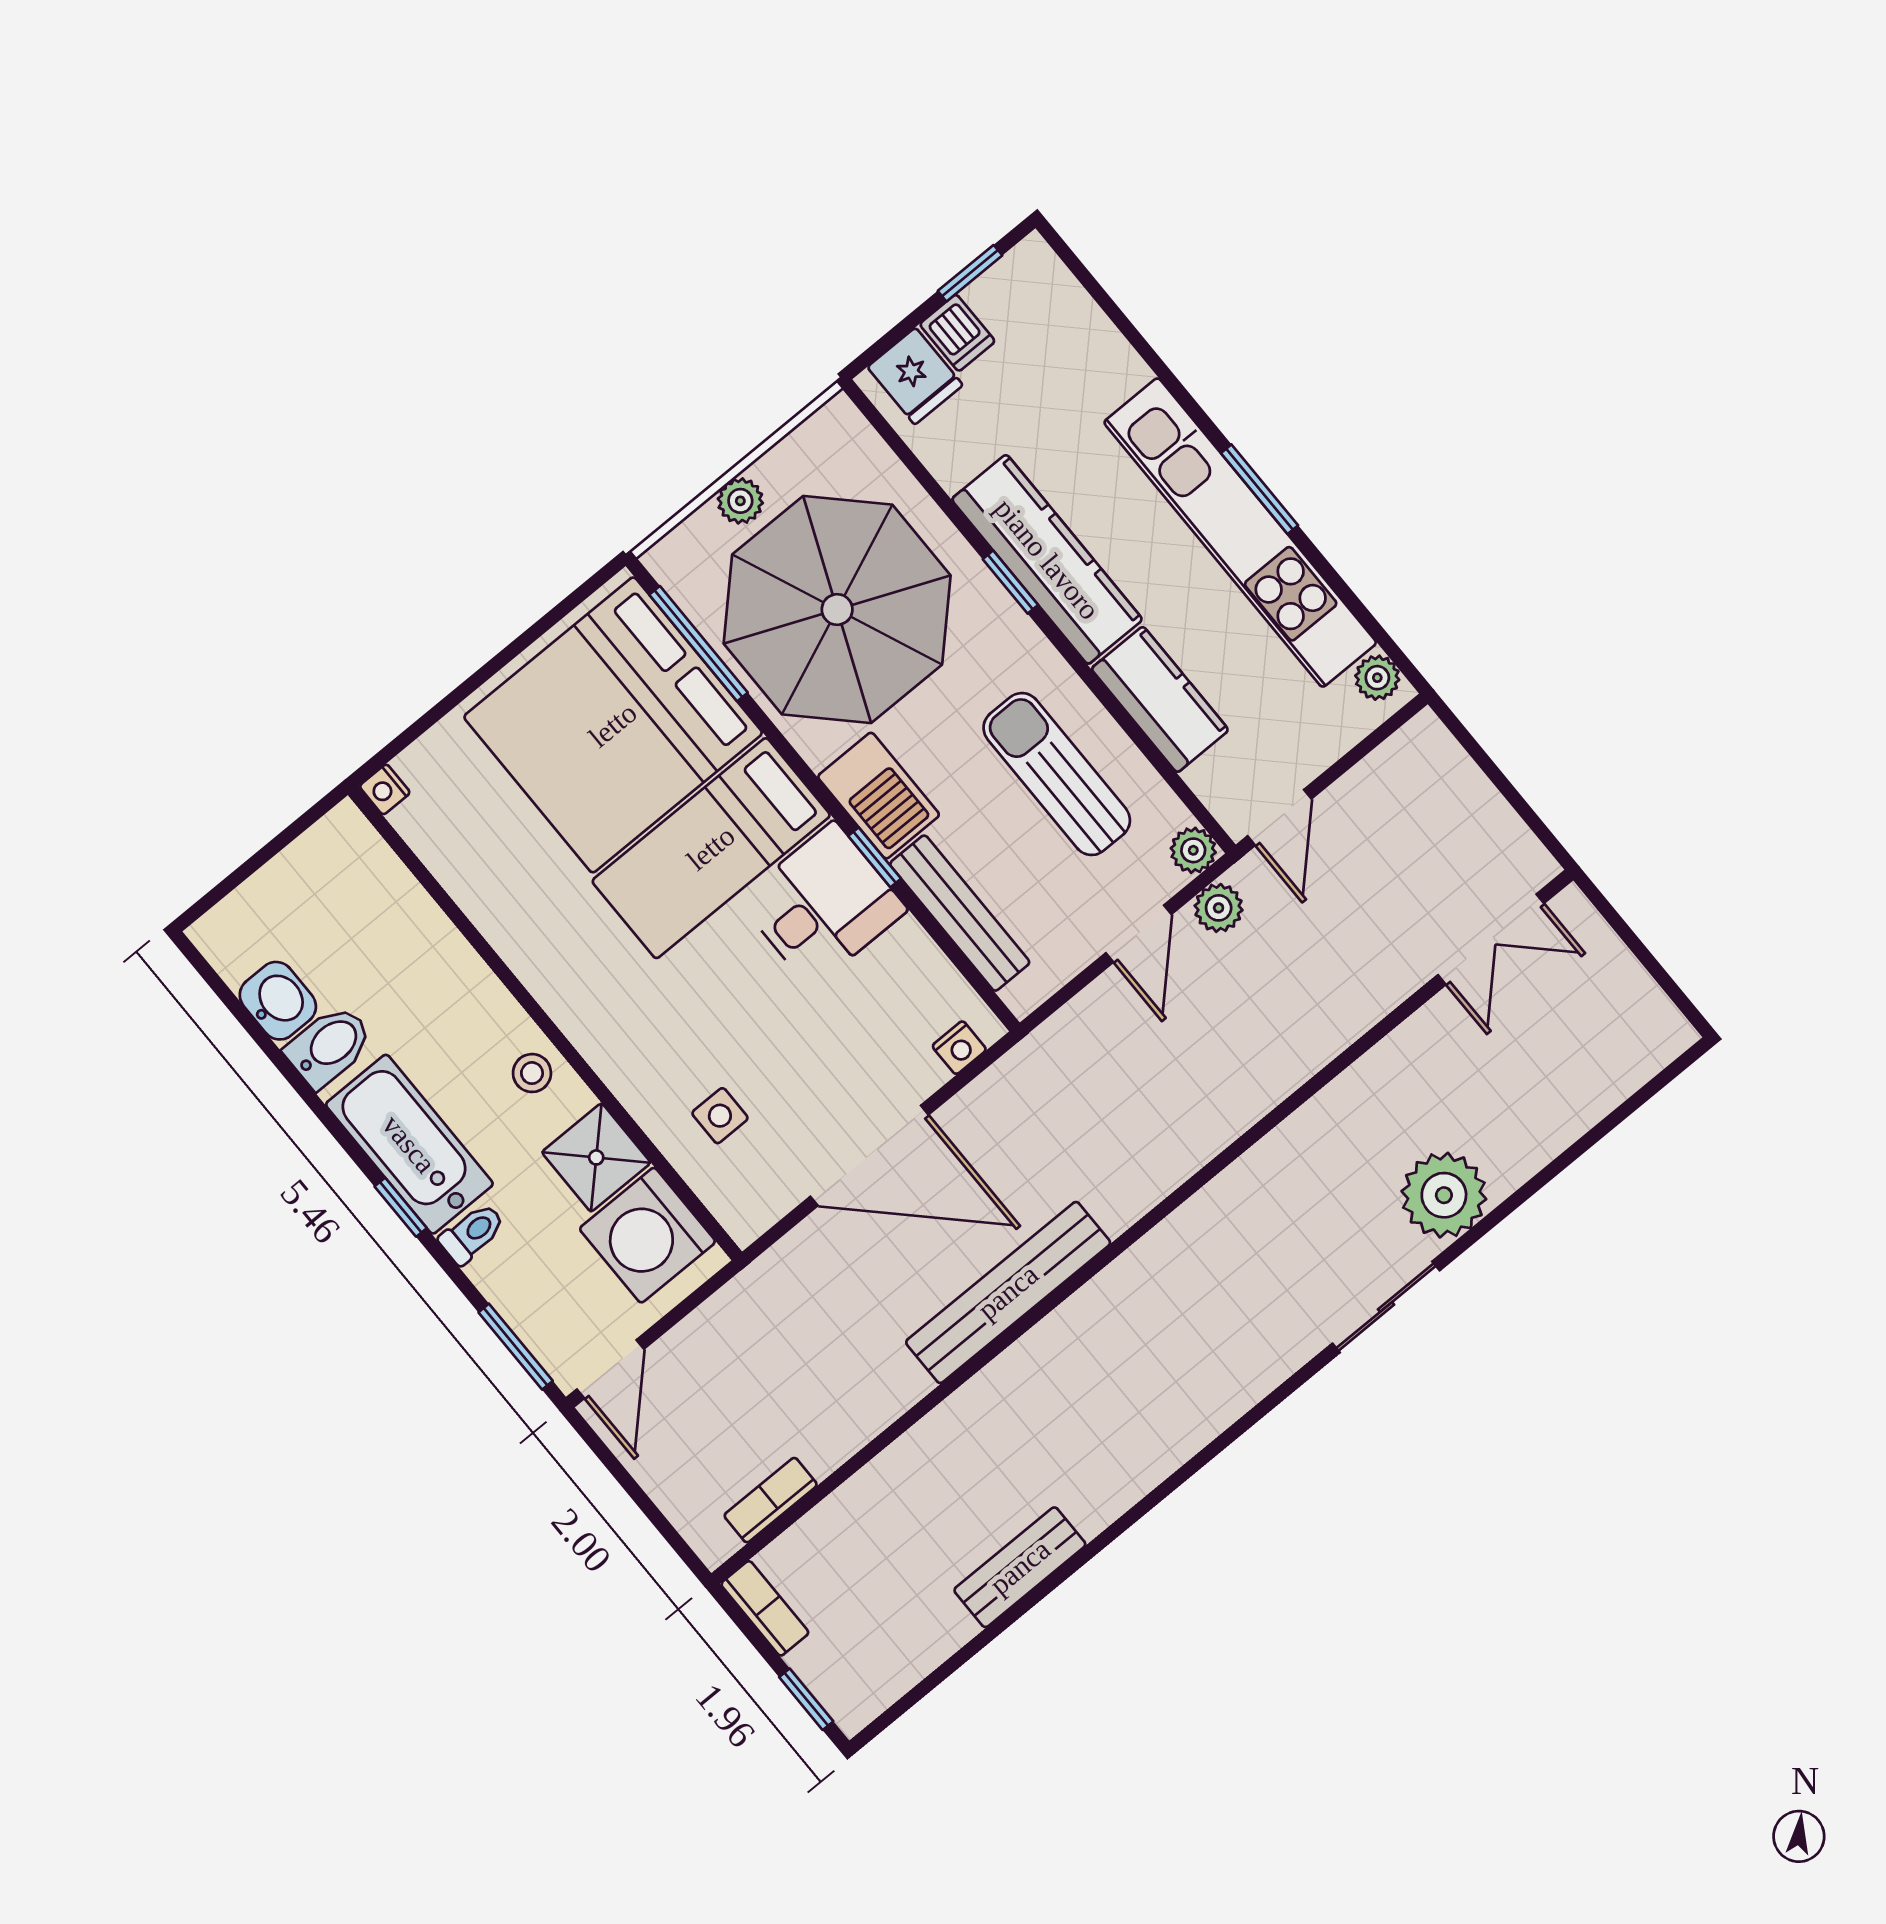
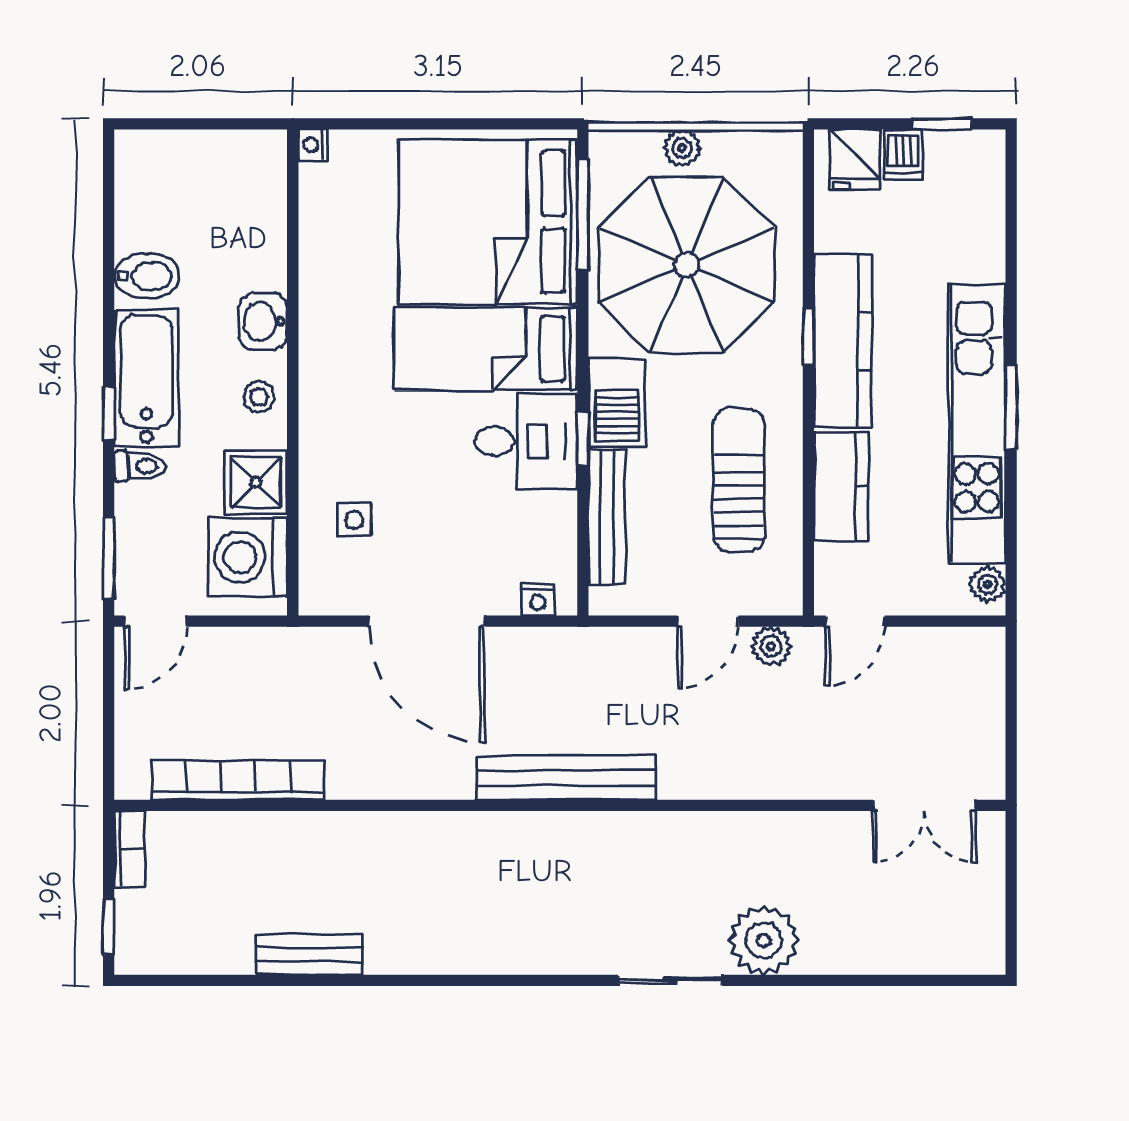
plant: (1193, 850) -> (785, 597), removed
washbasin: (278, 1001) -> (263, 321), moved, turned 180
bench: (1008, 1292) -> (566, 778), moved
bookcase: (771, 1500) -> (238, 780), width x2.31, depth x1.31

